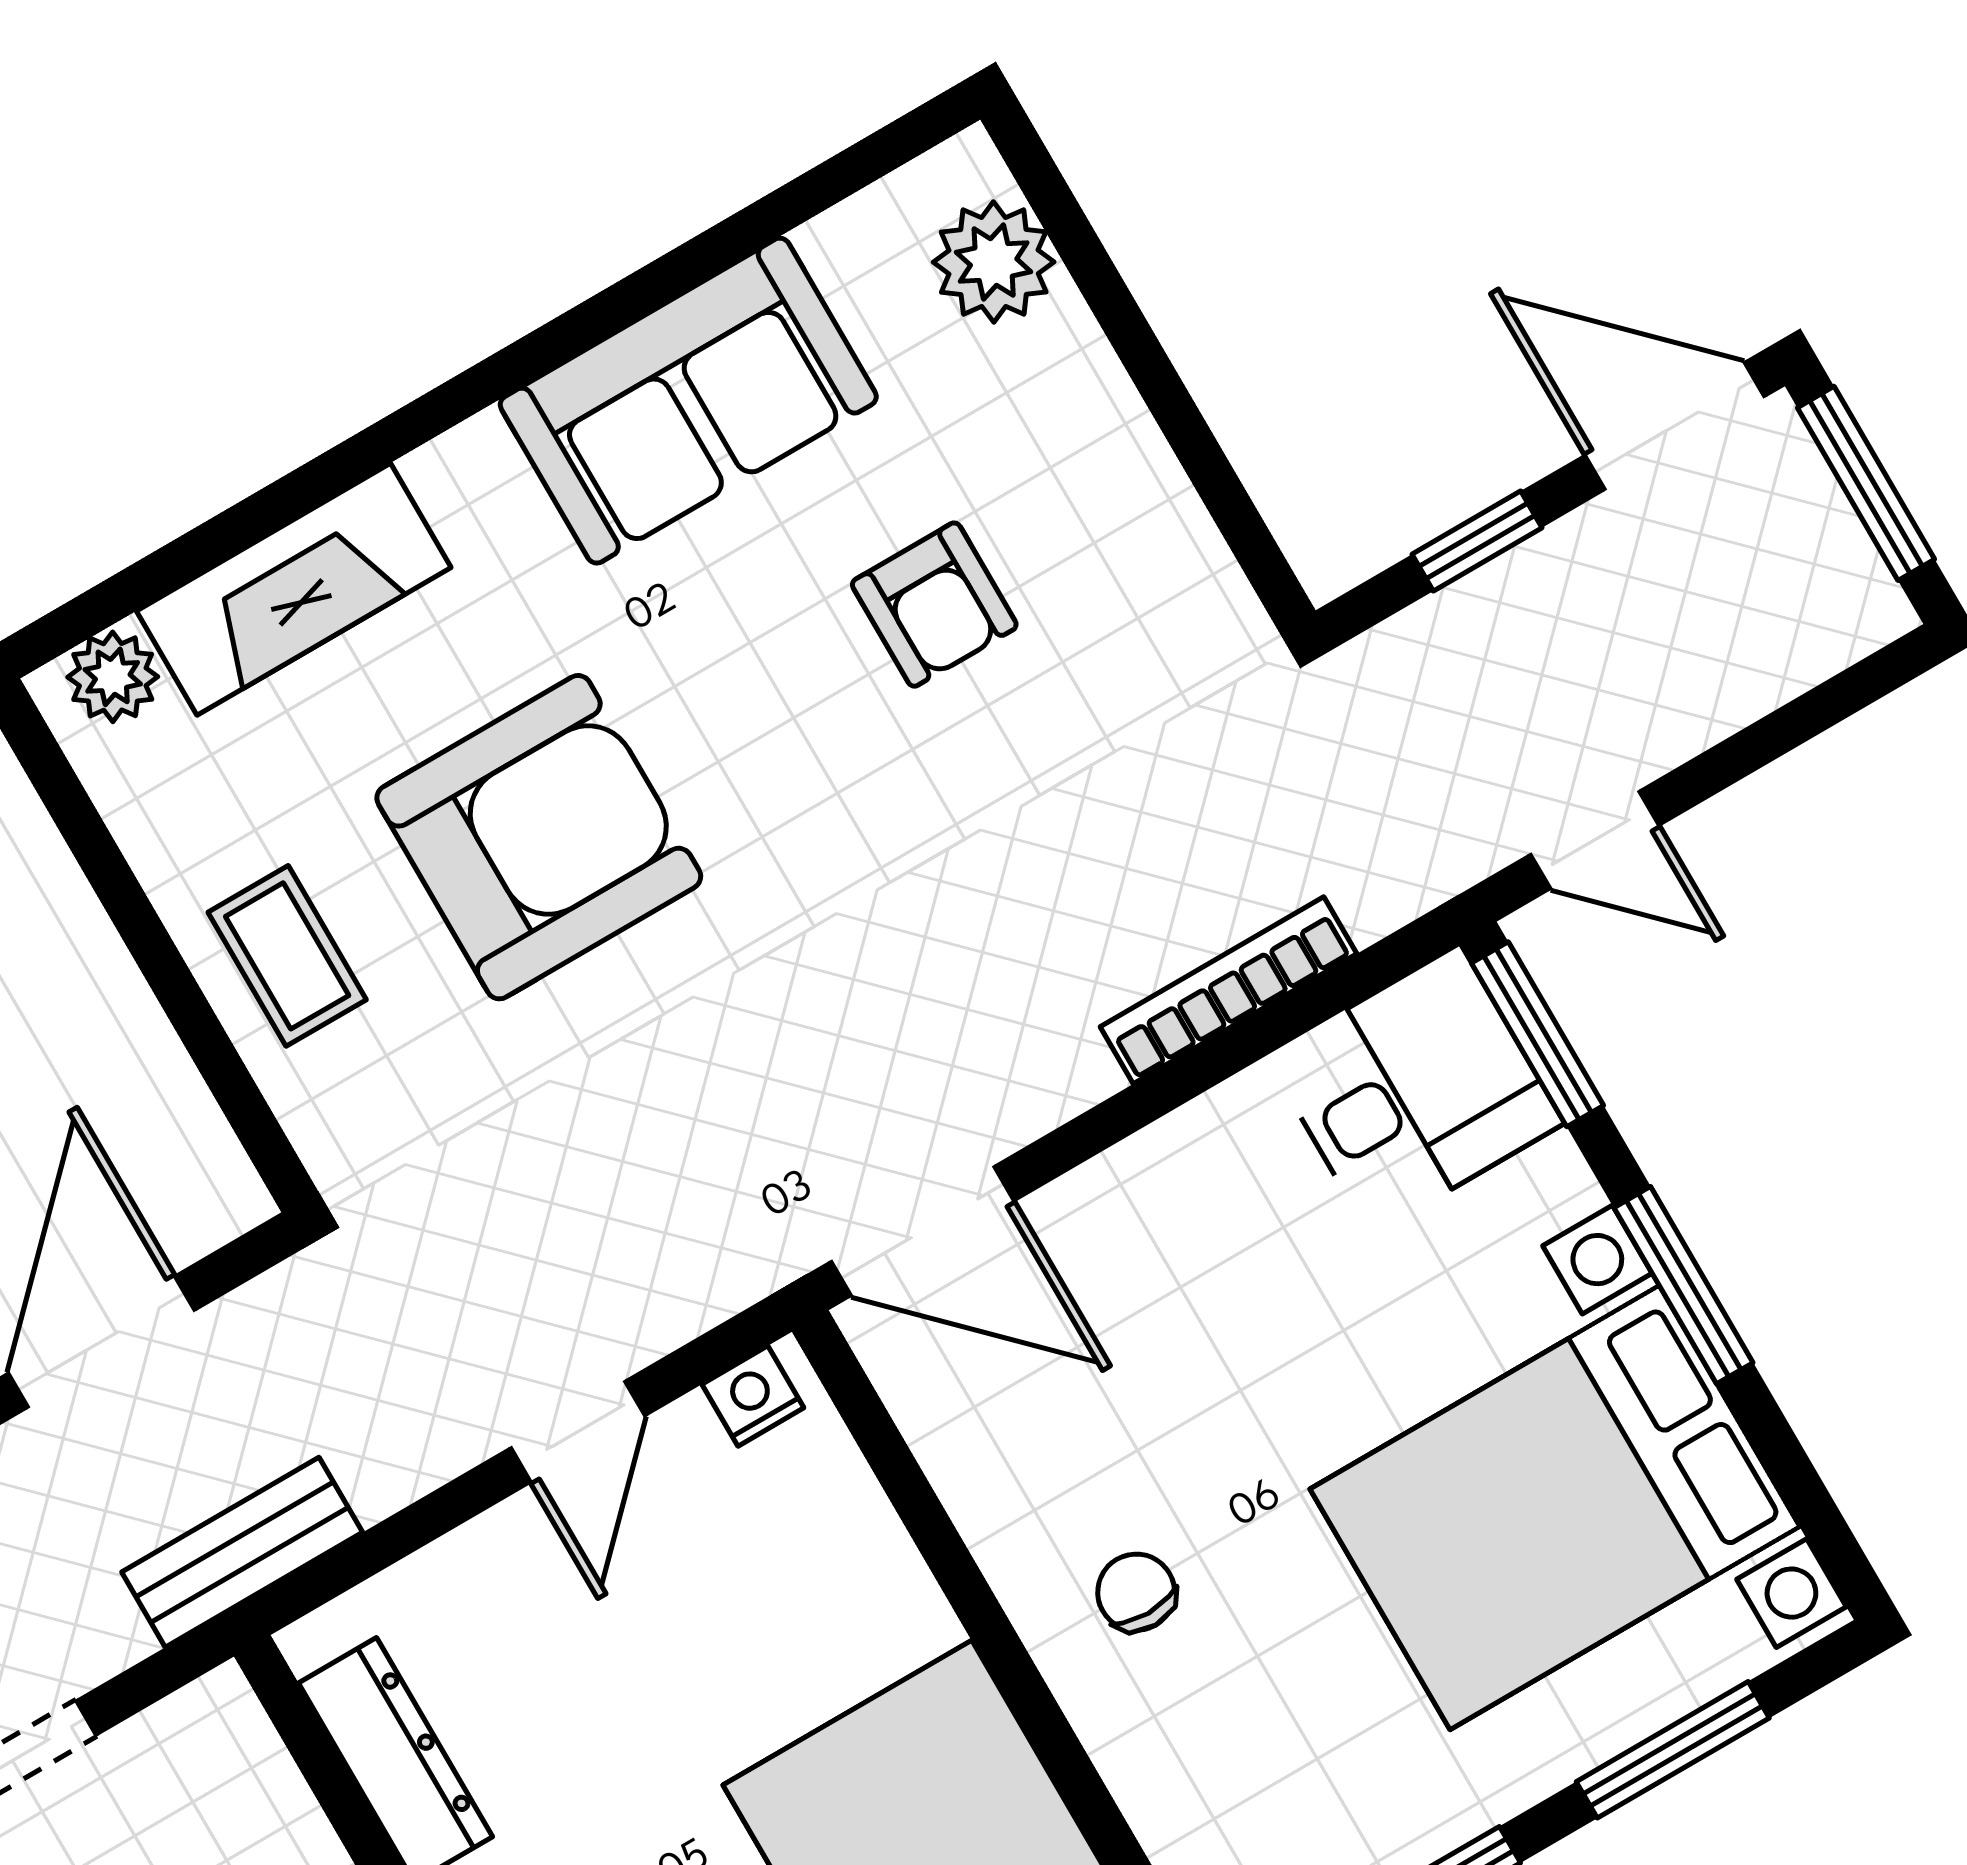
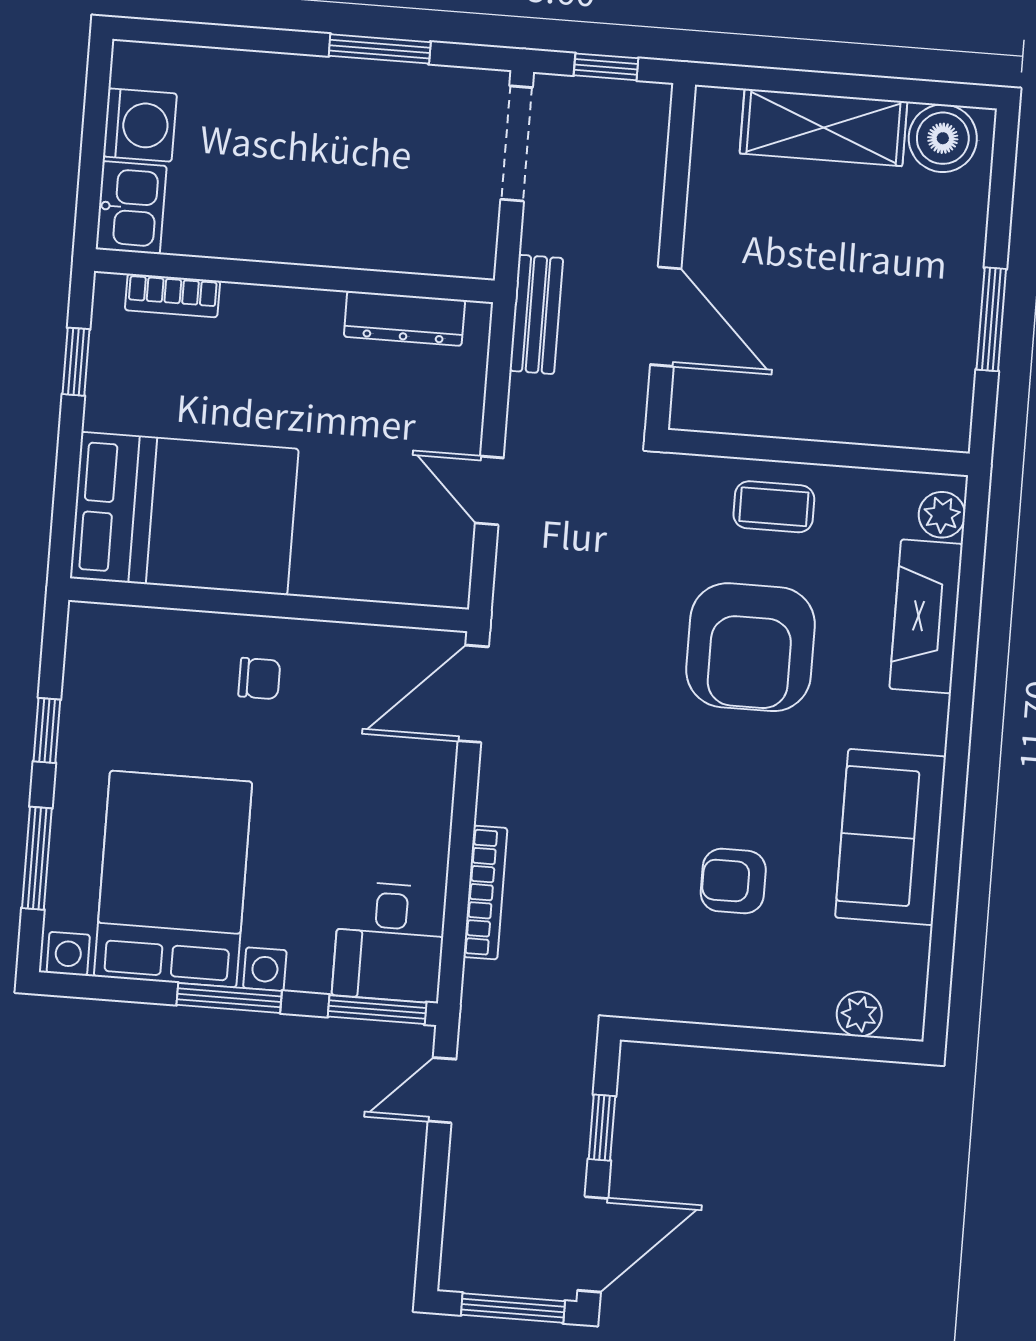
plant: (994, 262) -> (859, 1014), width x0.73, depth x0.73
nightstand: (753, 1396) -> (453, 575), removed

